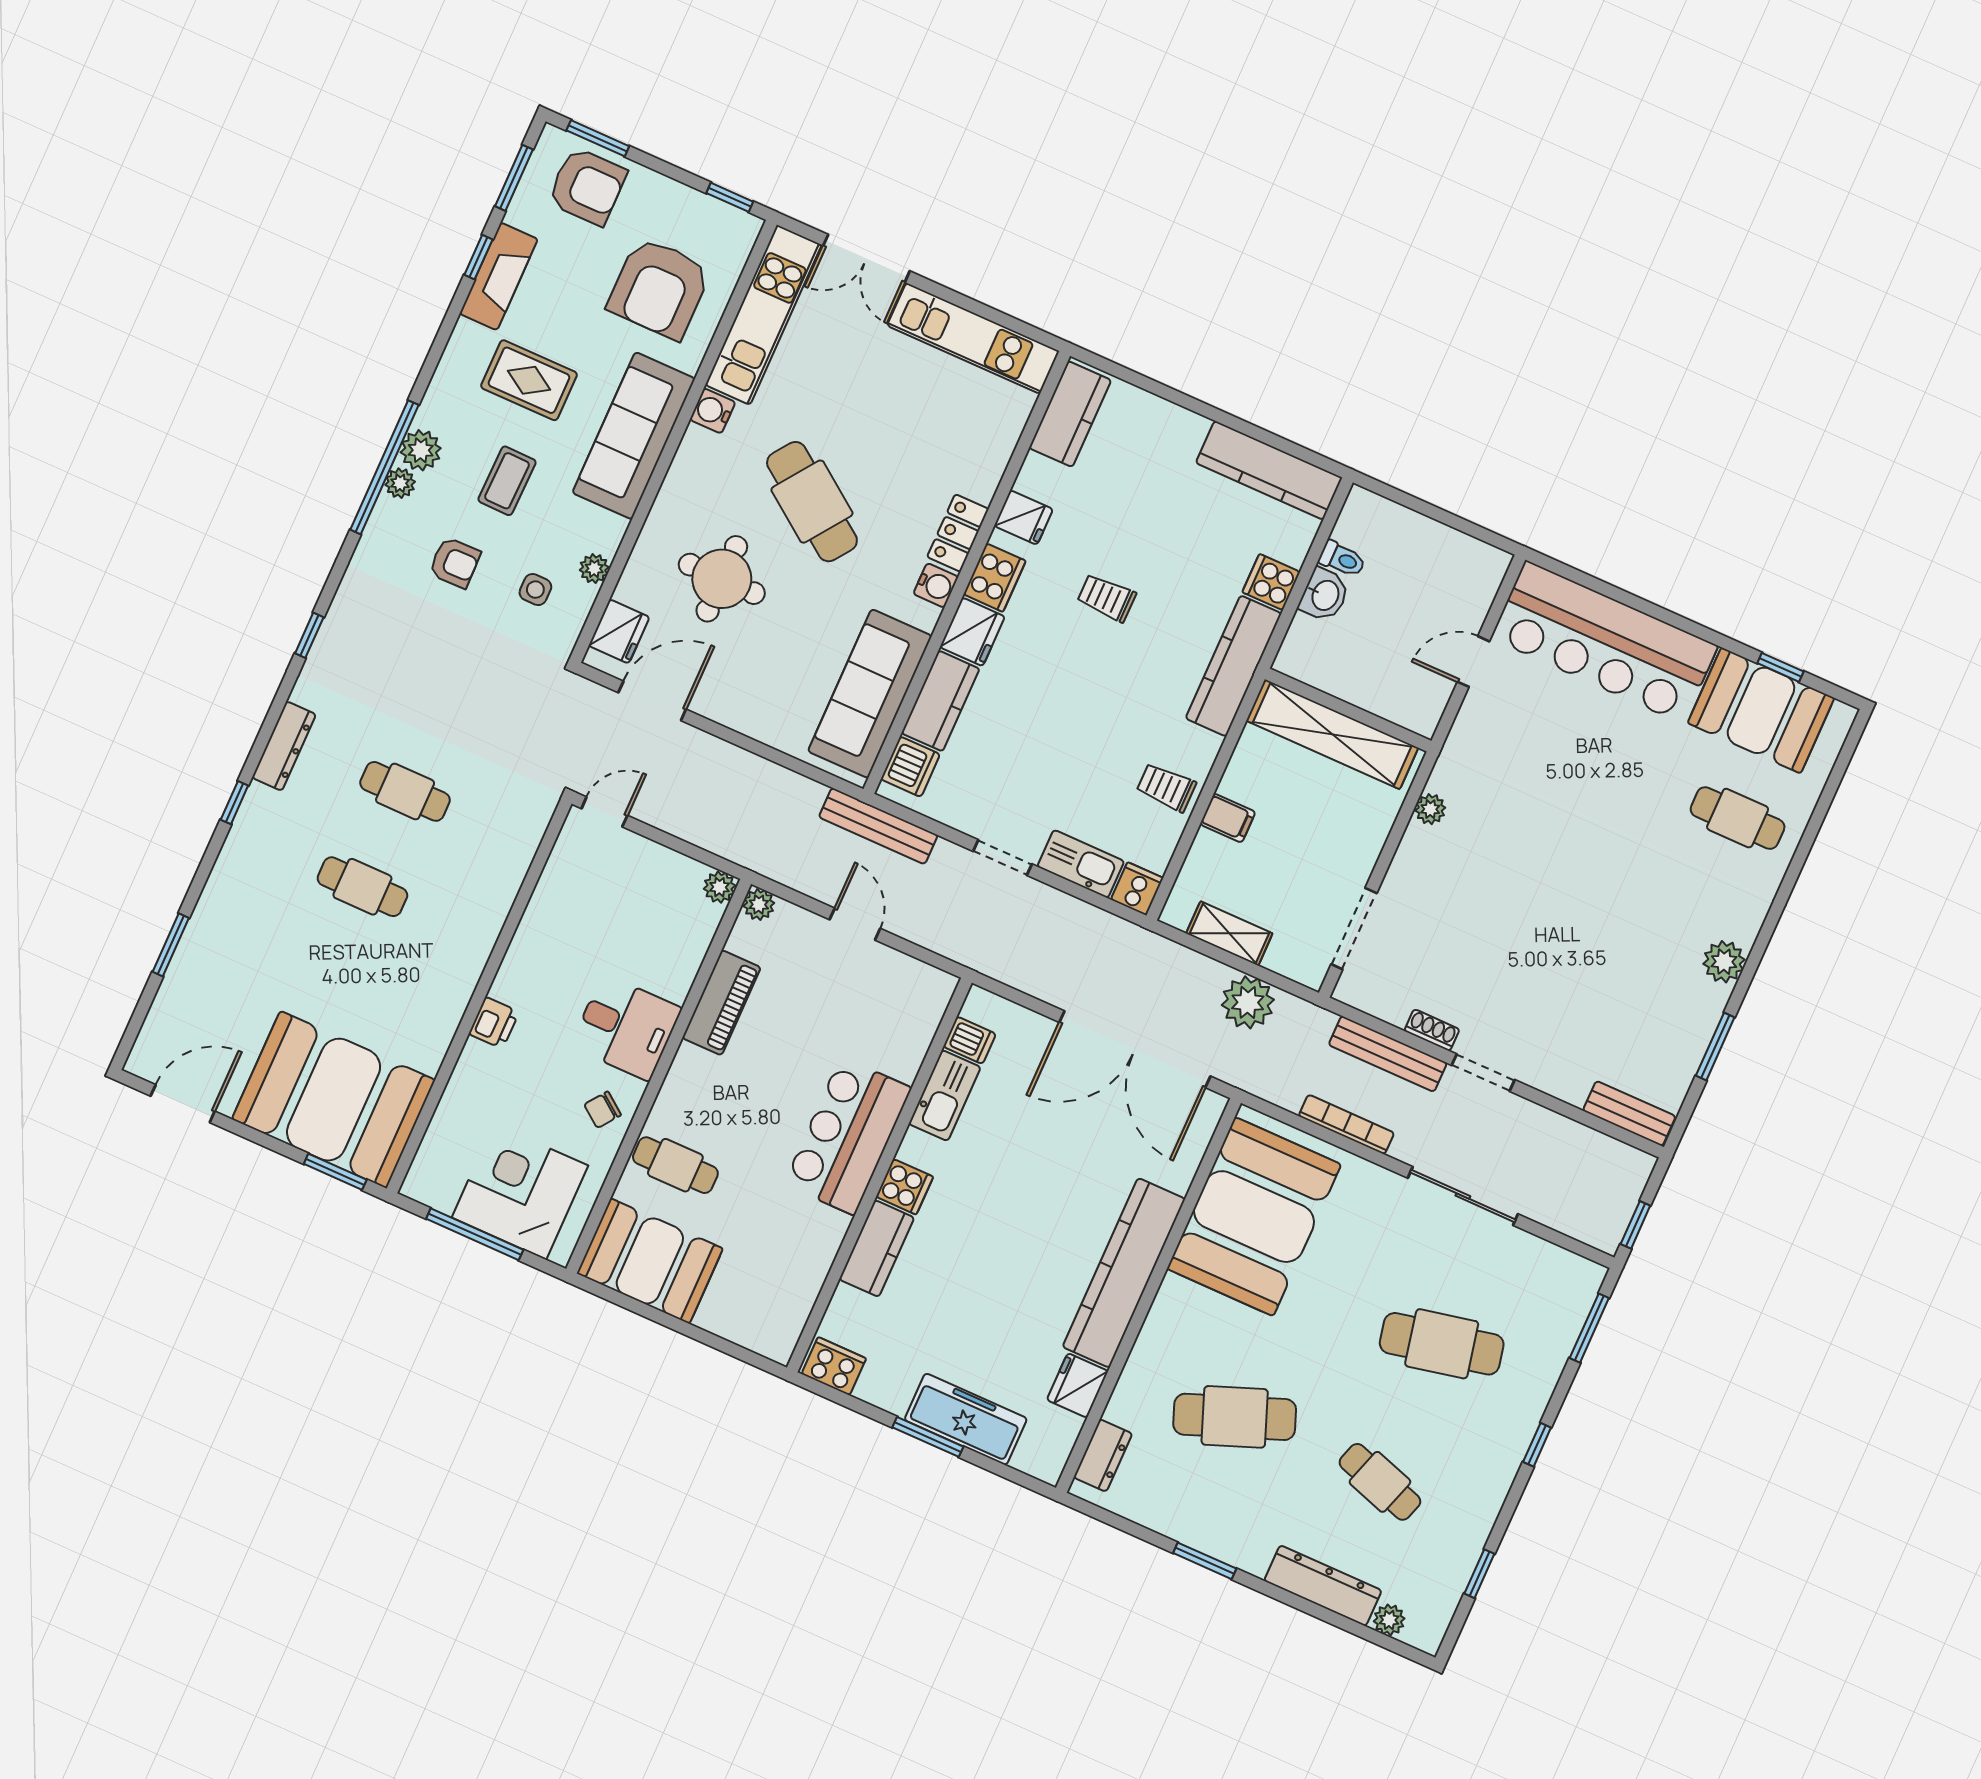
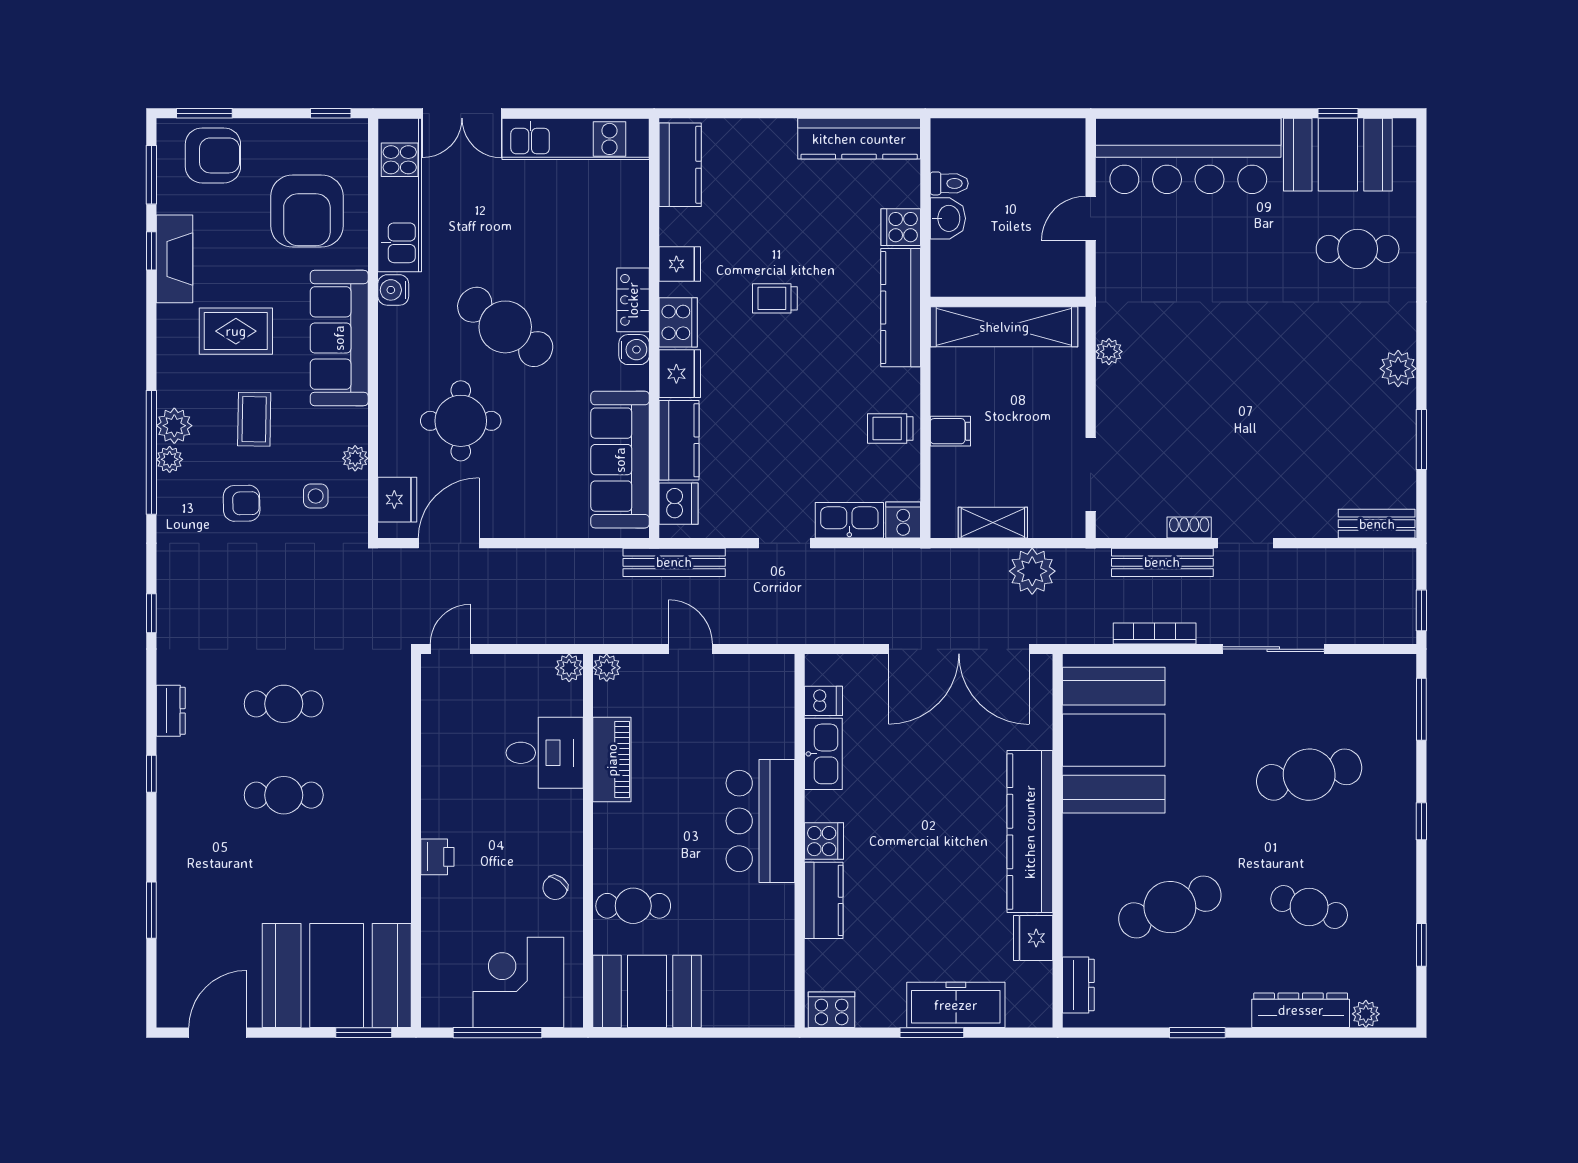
dresser: (284, 746) -> (171, 711), width x0.70
desk: (626, 1027) -> (545, 753), moved

